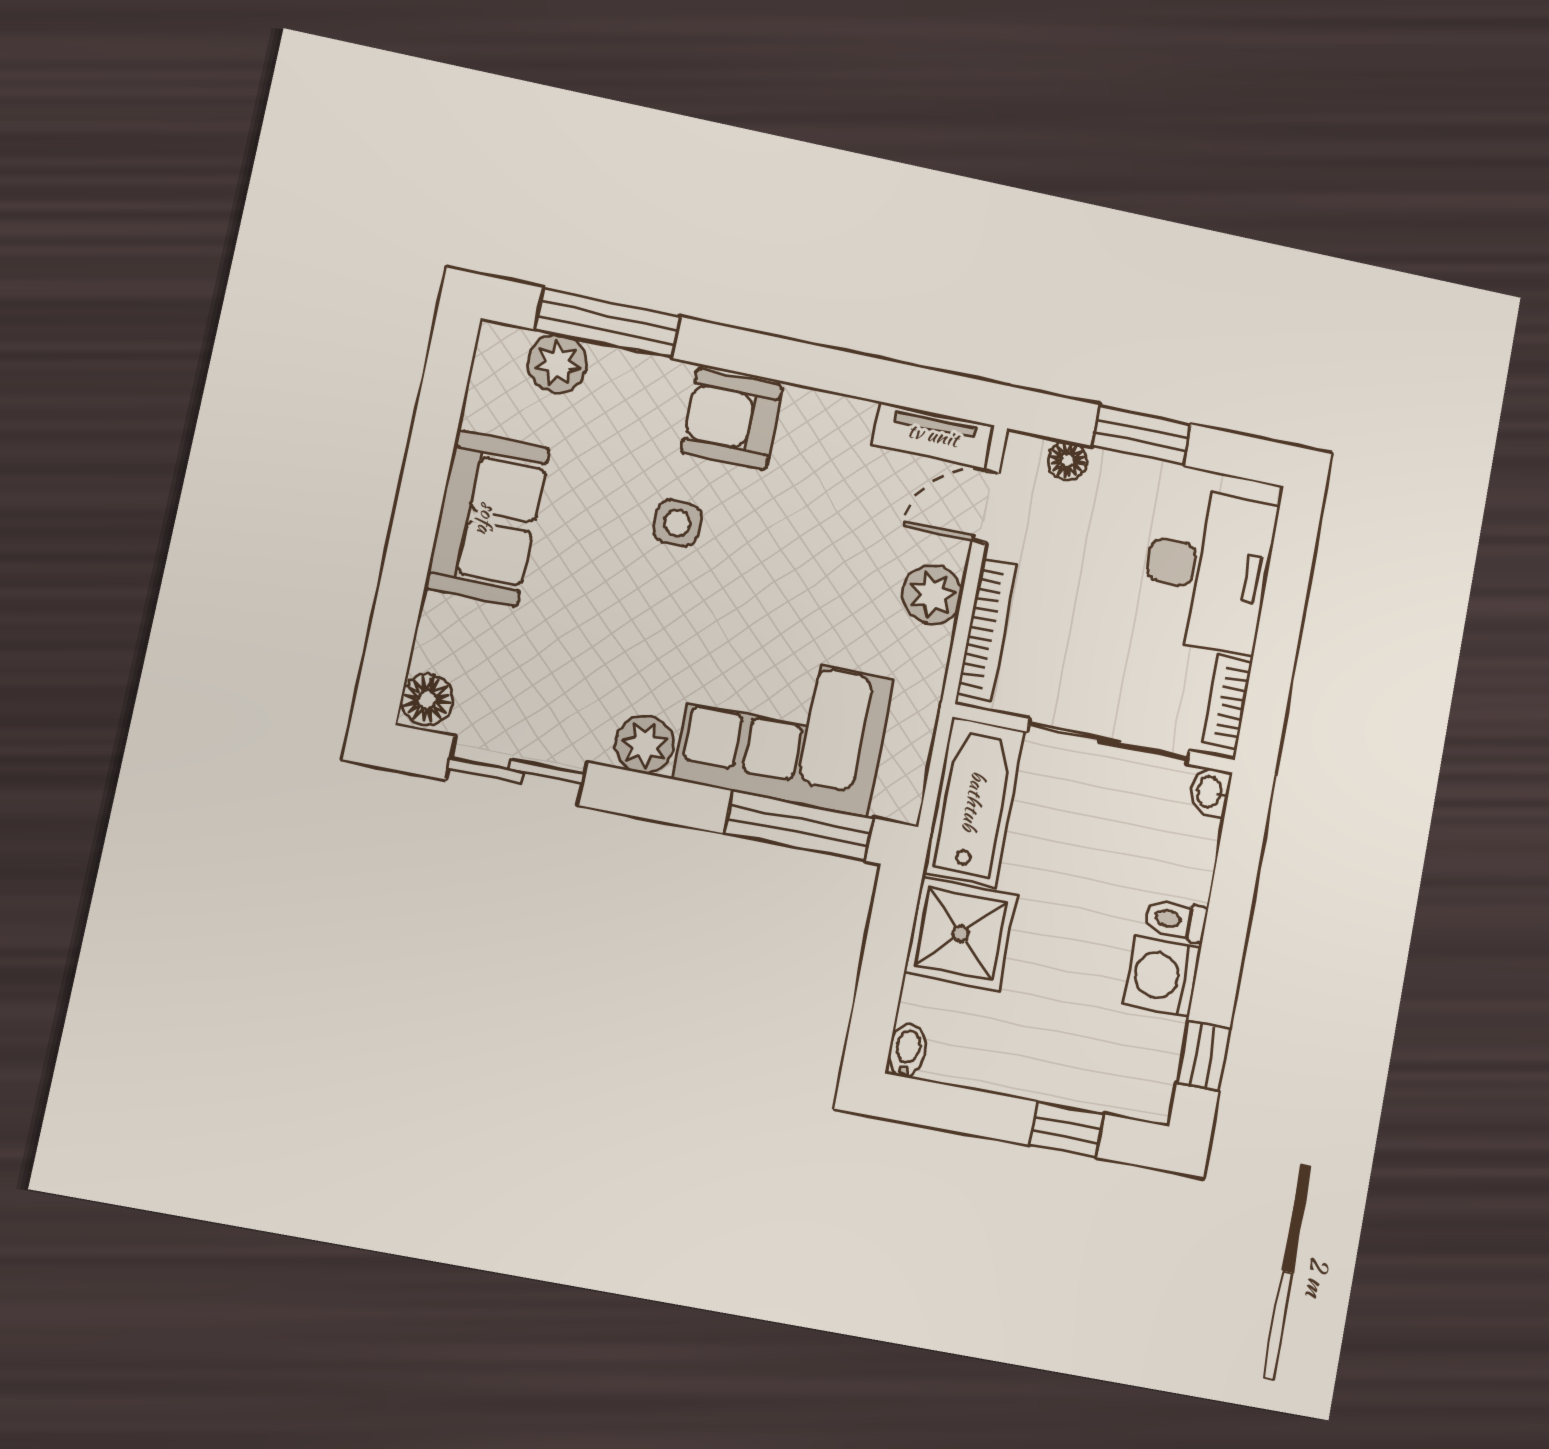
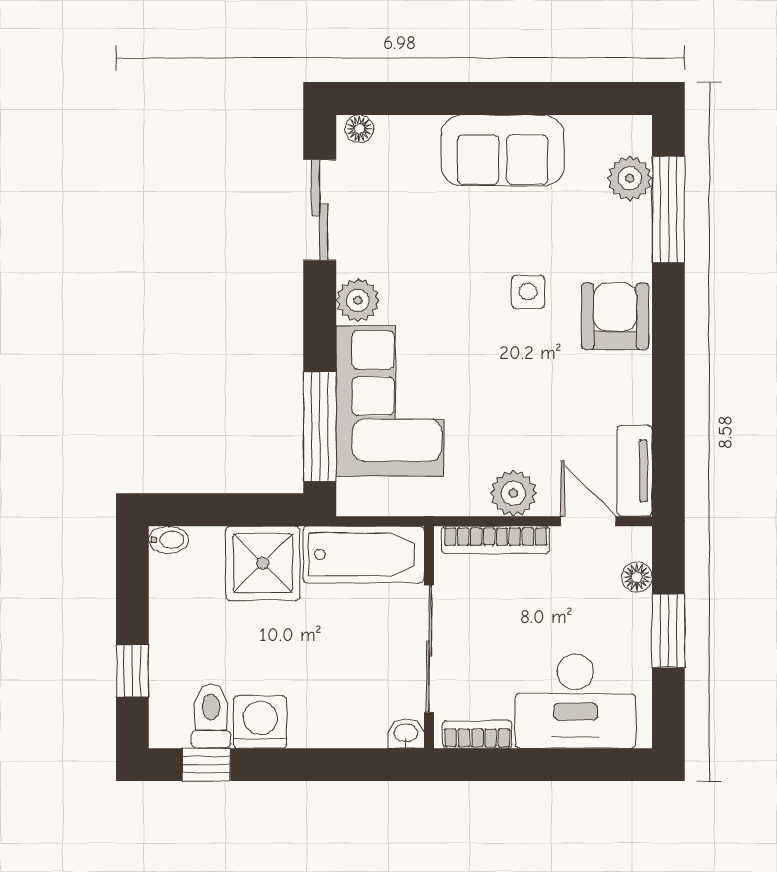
floor lamp: (427, 700) -> (359, 129), width x0.73, depth x0.73
toilet: (1176, 920) -> (211, 716), moved, width x1.37, depth x1.39

